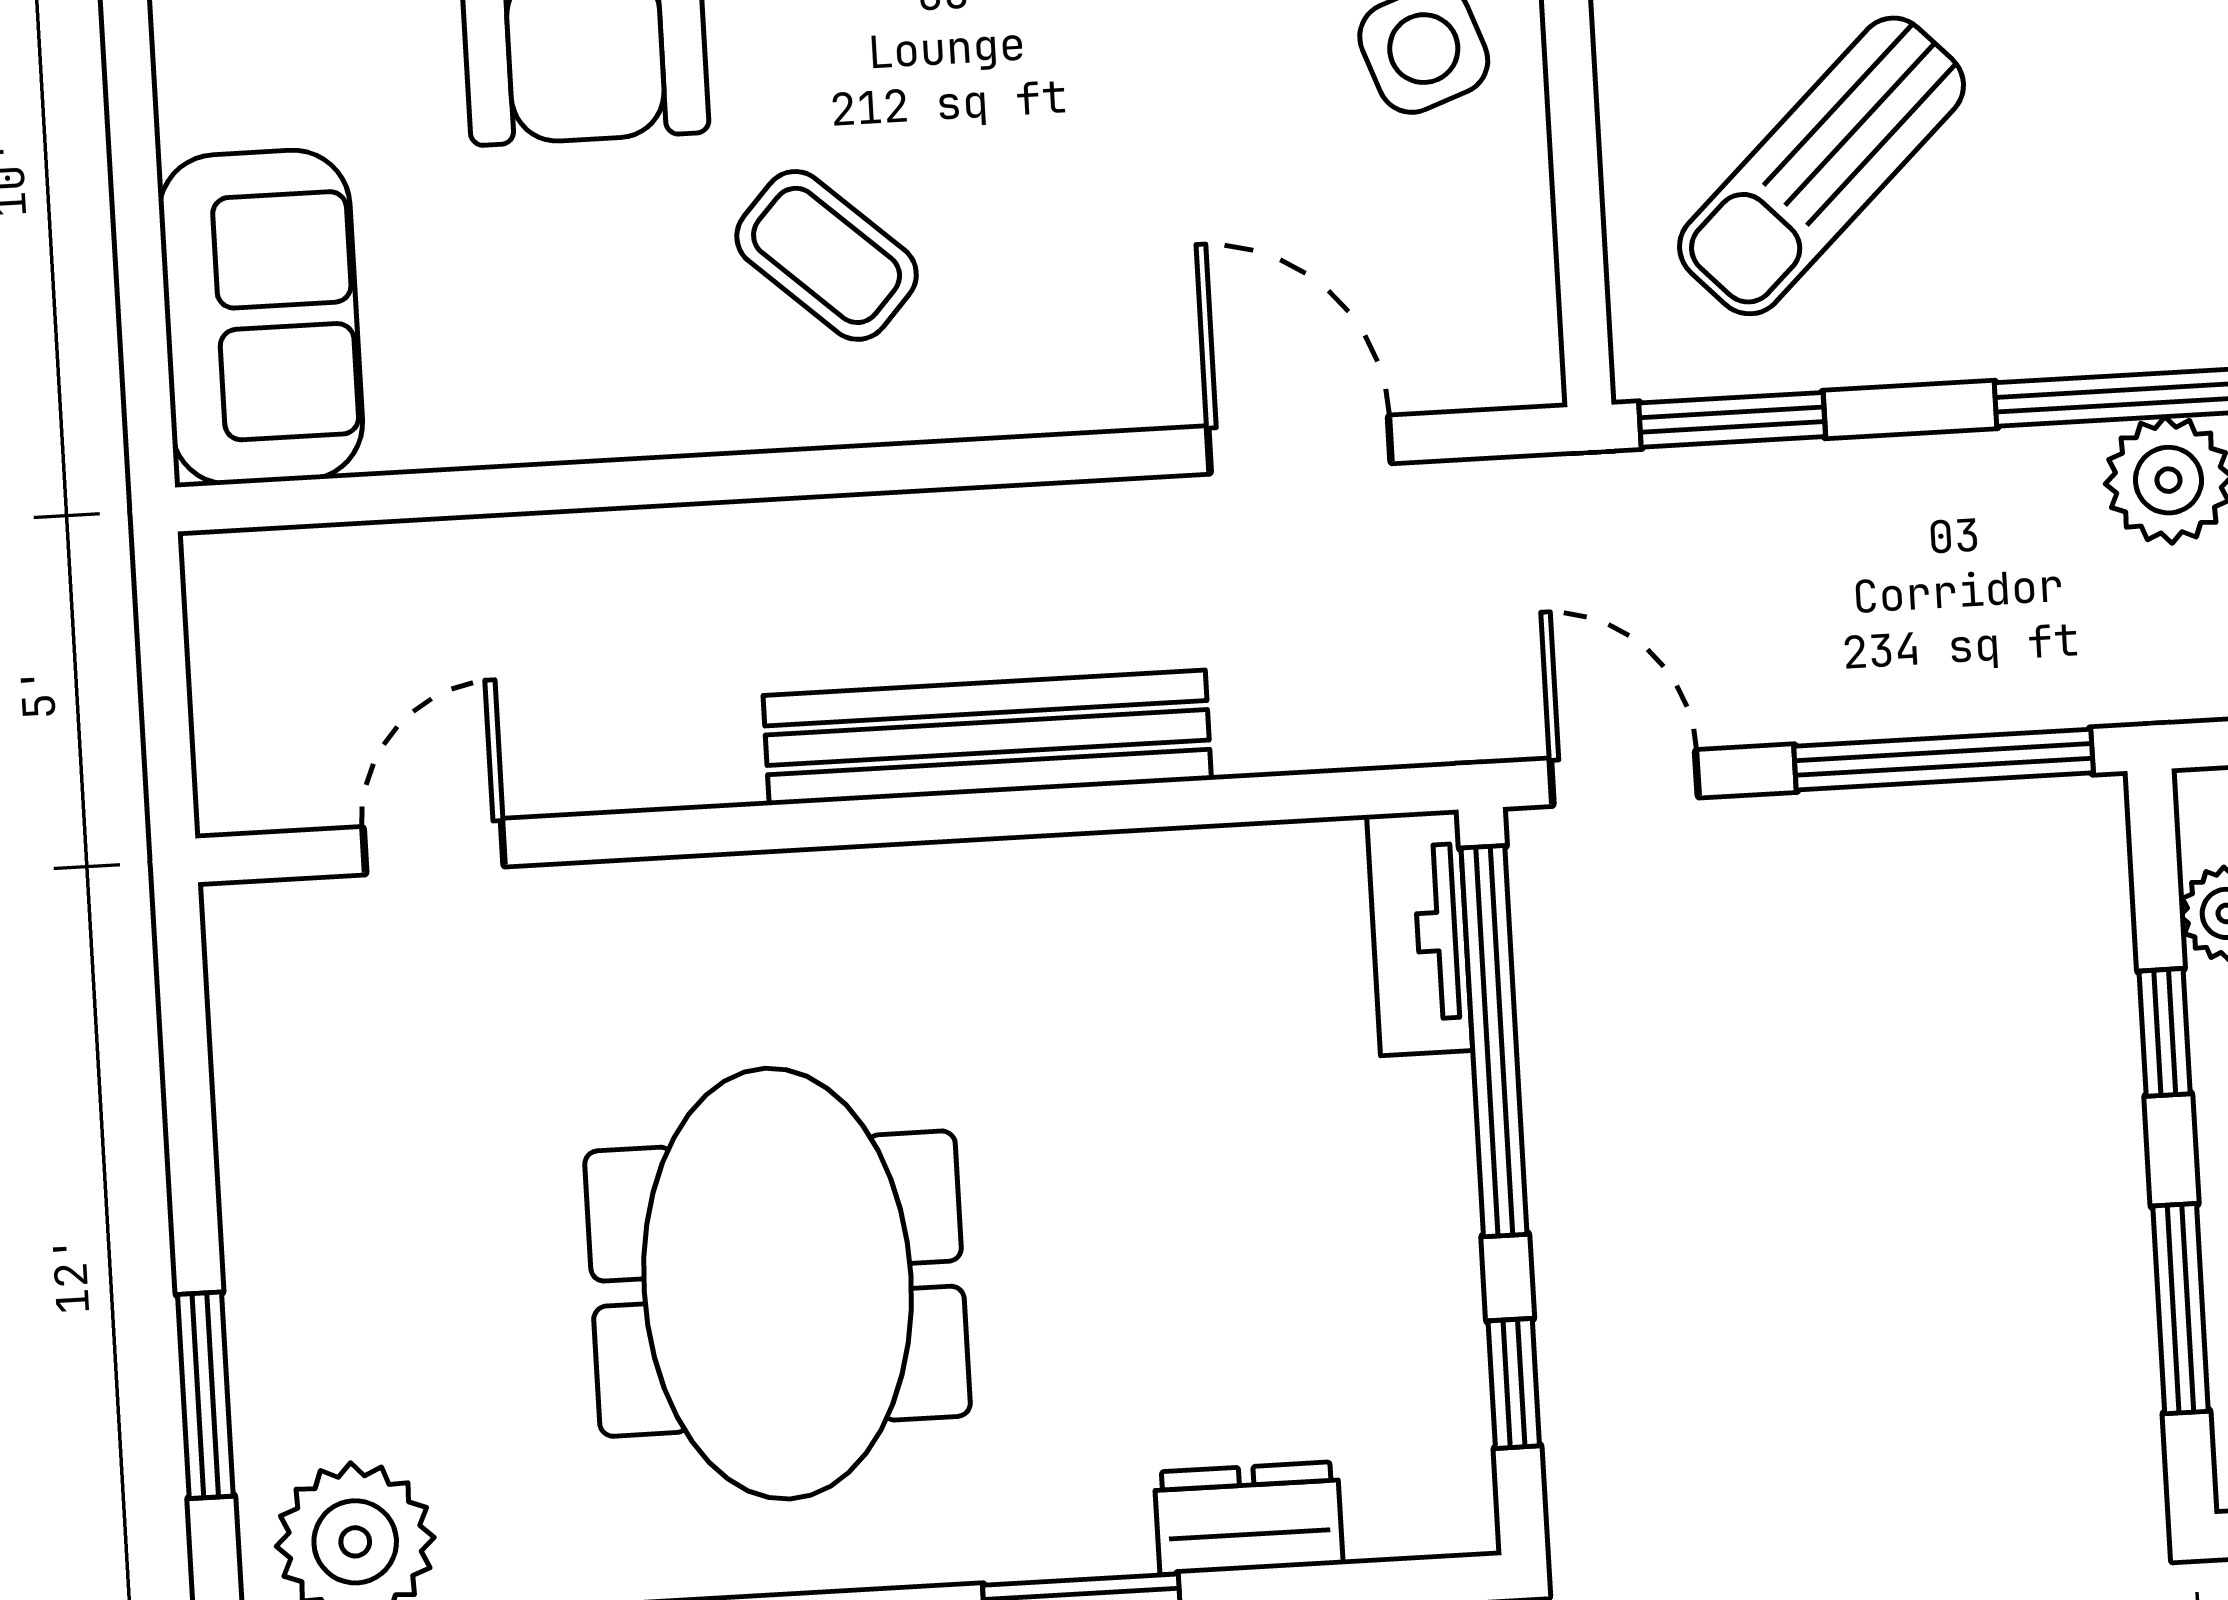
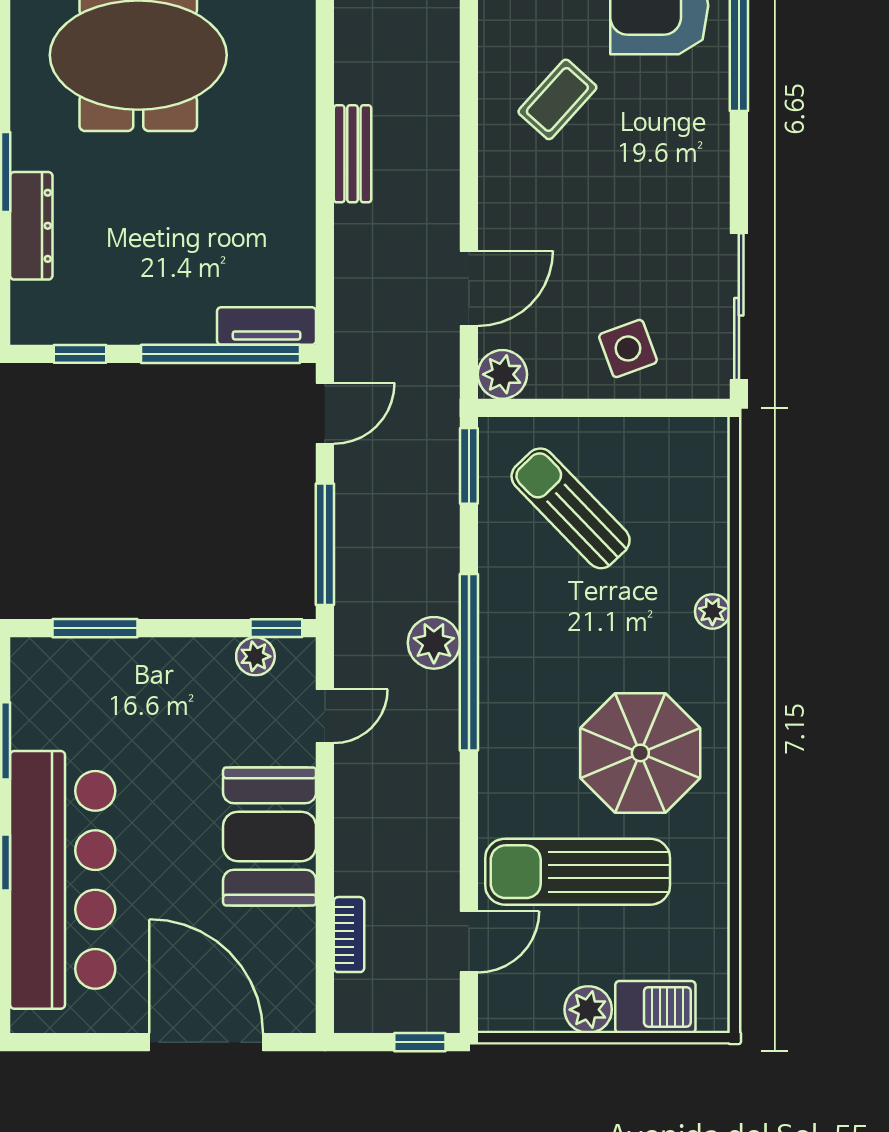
plant: (1504, 351) -> (502, 374), added
bench: (987, 738) -> (353, 154), width x0.54, depth x0.82
window: (2165, 1032) -> (276, 628), moved
dresser: (1249, 1518) -> (31, 226), width x1.44

